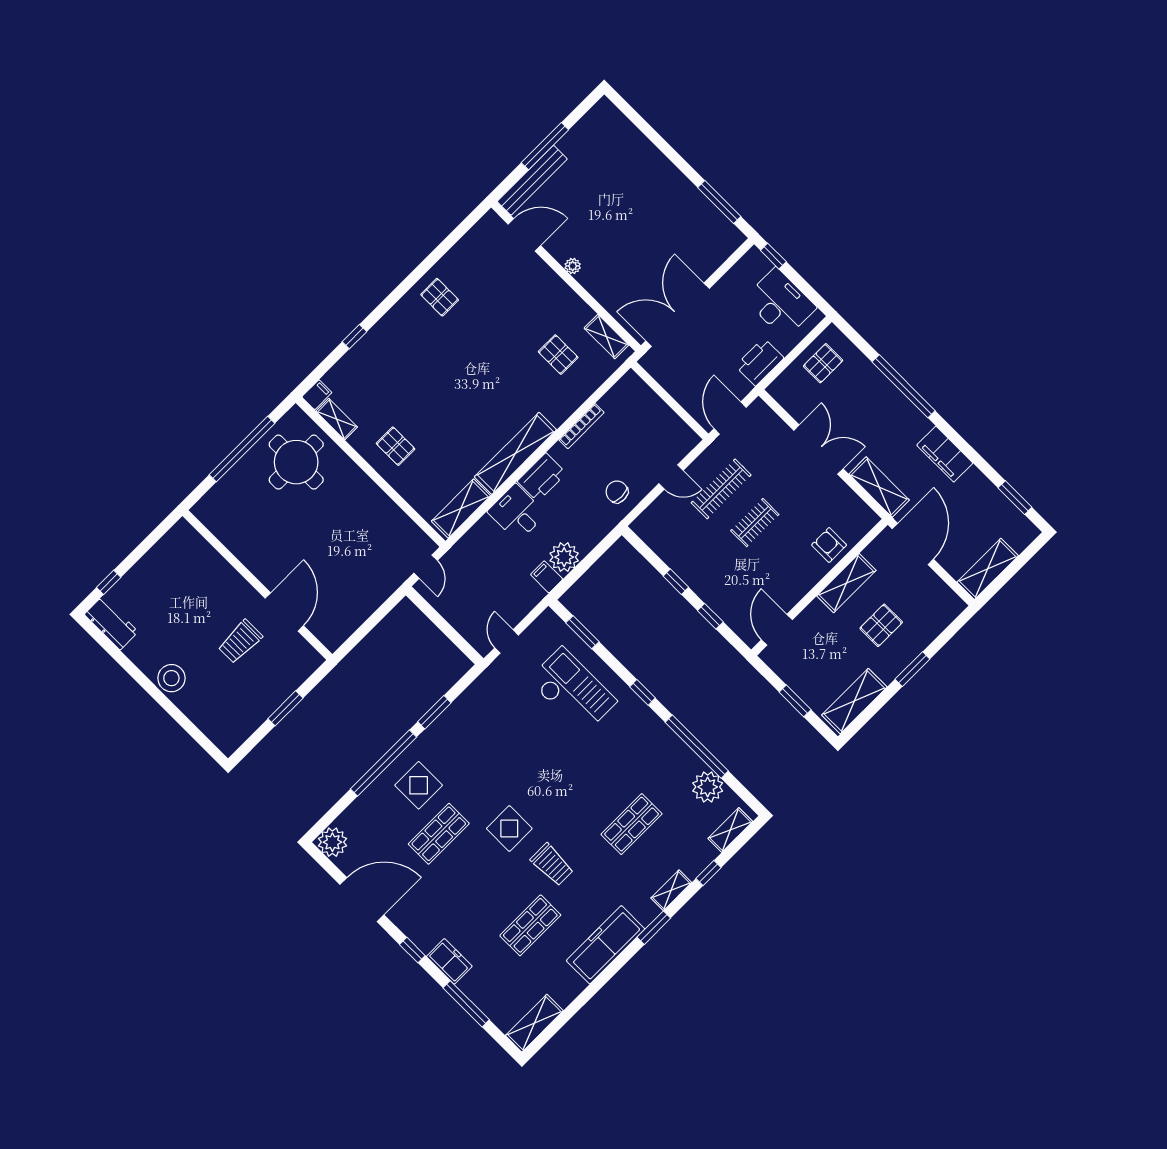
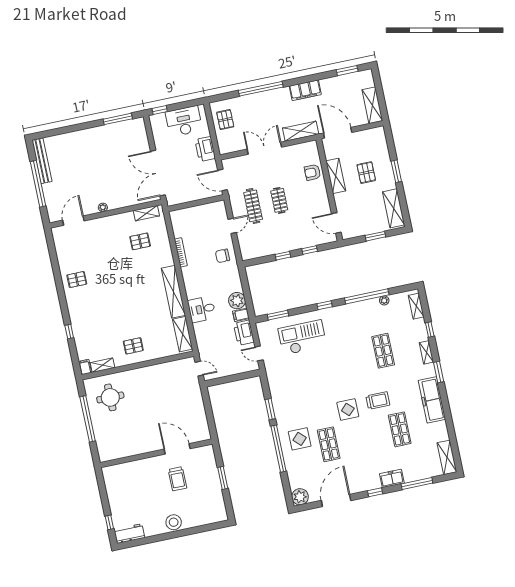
window: (545, 146) -> (38, 184), width x1.46
bench: (532, 180) -> (42, 161), moved
round table: (296, 462) -> (110, 397), width x0.73, depth x0.73
printer: (542, 477) -> (244, 333), moved, turned 180
plant: (708, 787) -> (384, 300), width x0.53, depth x0.53

